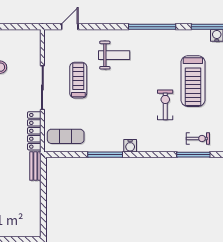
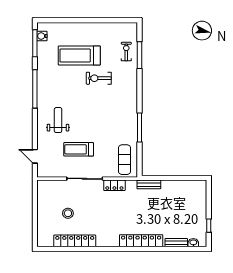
treadmill: (193, 81) -> (79, 55), turned 180
locker: (34, 131) -> (114, 185), width x0.66
water cooler: (130, 146) -> (132, 107), removed

